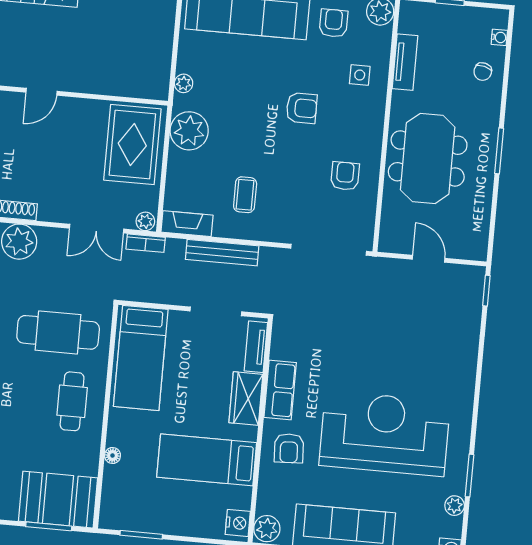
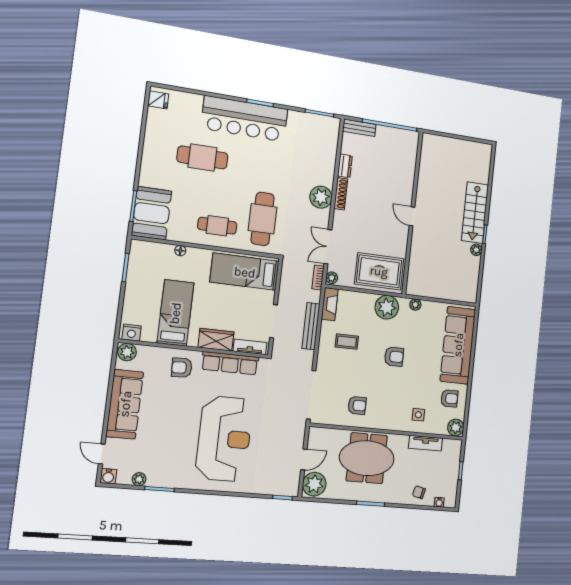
armchair: (302, 108) -> (394, 357), moved, turned -90
plant: (467, 241) -> (314, 484), added
row of seats: (280, 390) -> (230, 363), width x1.48
reception desk: (385, 433) -> (224, 439), moved

